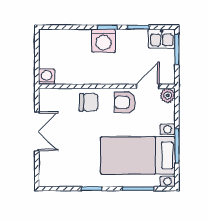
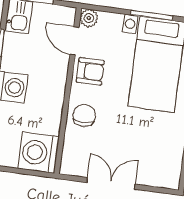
washing machine: (47, 77) -> (39, 153), width x1.89, depth x1.89
armchair: (125, 102) -> (90, 71), turned -90

